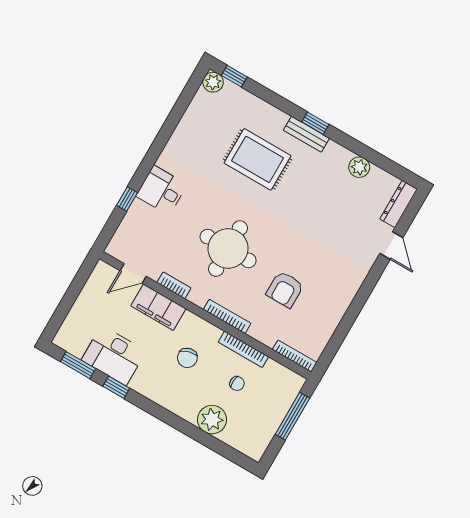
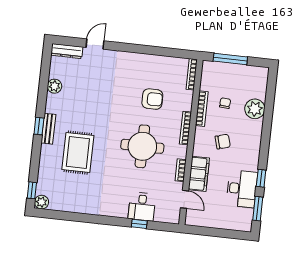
desk: (162, 190) -> (142, 207), moved

